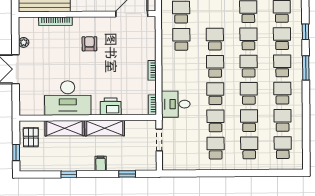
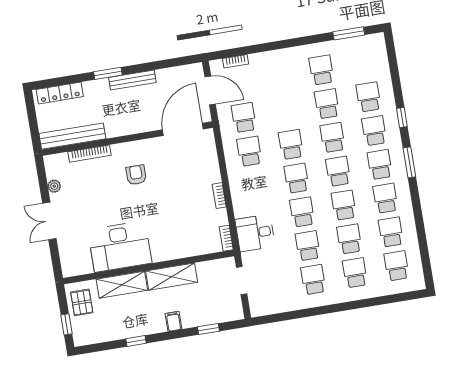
printer: (111, 106) -> (175, 249), removed

